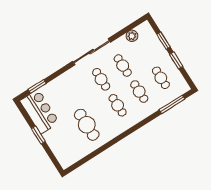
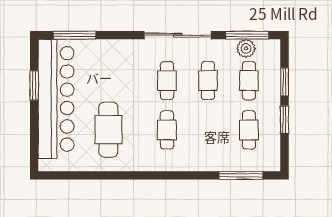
window: (128, 28) -> (247, 35), added
window: (37, 86) -> (75, 35), width x1.44
cafe table: (139, 92) -> (249, 81), moved
bar counter: (40, 112) -> (56, 99), width x1.86
window: (38, 135) -> (34, 85), moved

